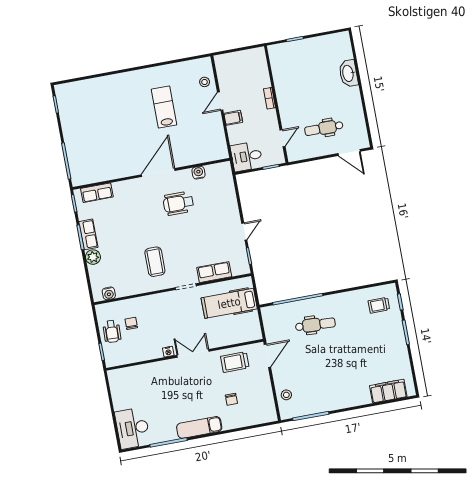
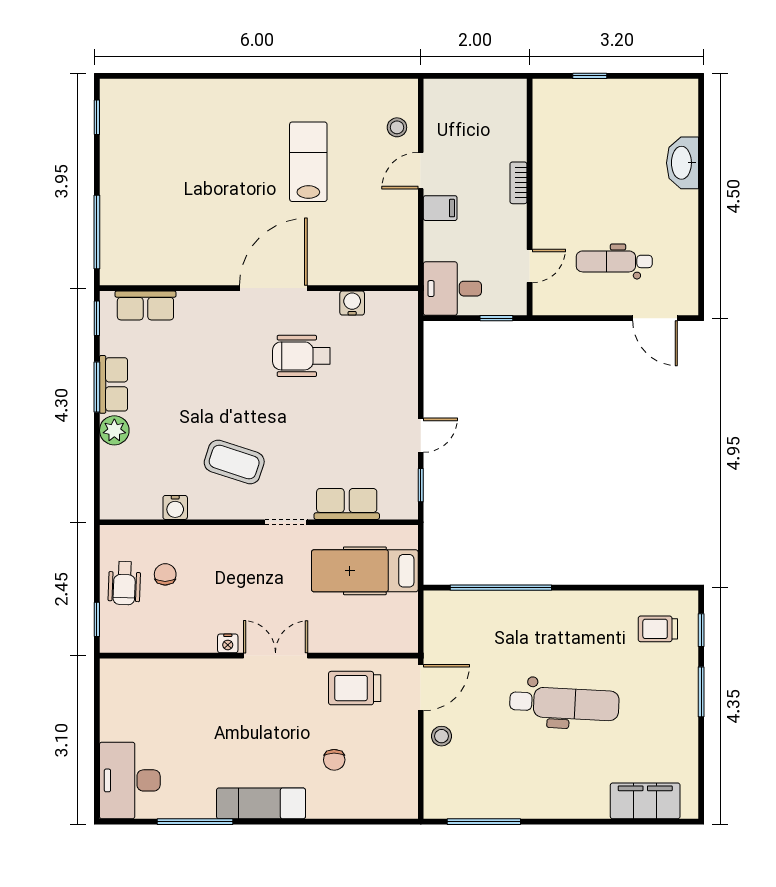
coffee table: (155, 262) -> (234, 462), turned -72
water cooler: (109, 293) -> (175, 507), moved
dental chair: (315, 325) -> (564, 703), moved, width x1.36, depth x1.38
stool: (286, 395) -> (441, 736), moved

